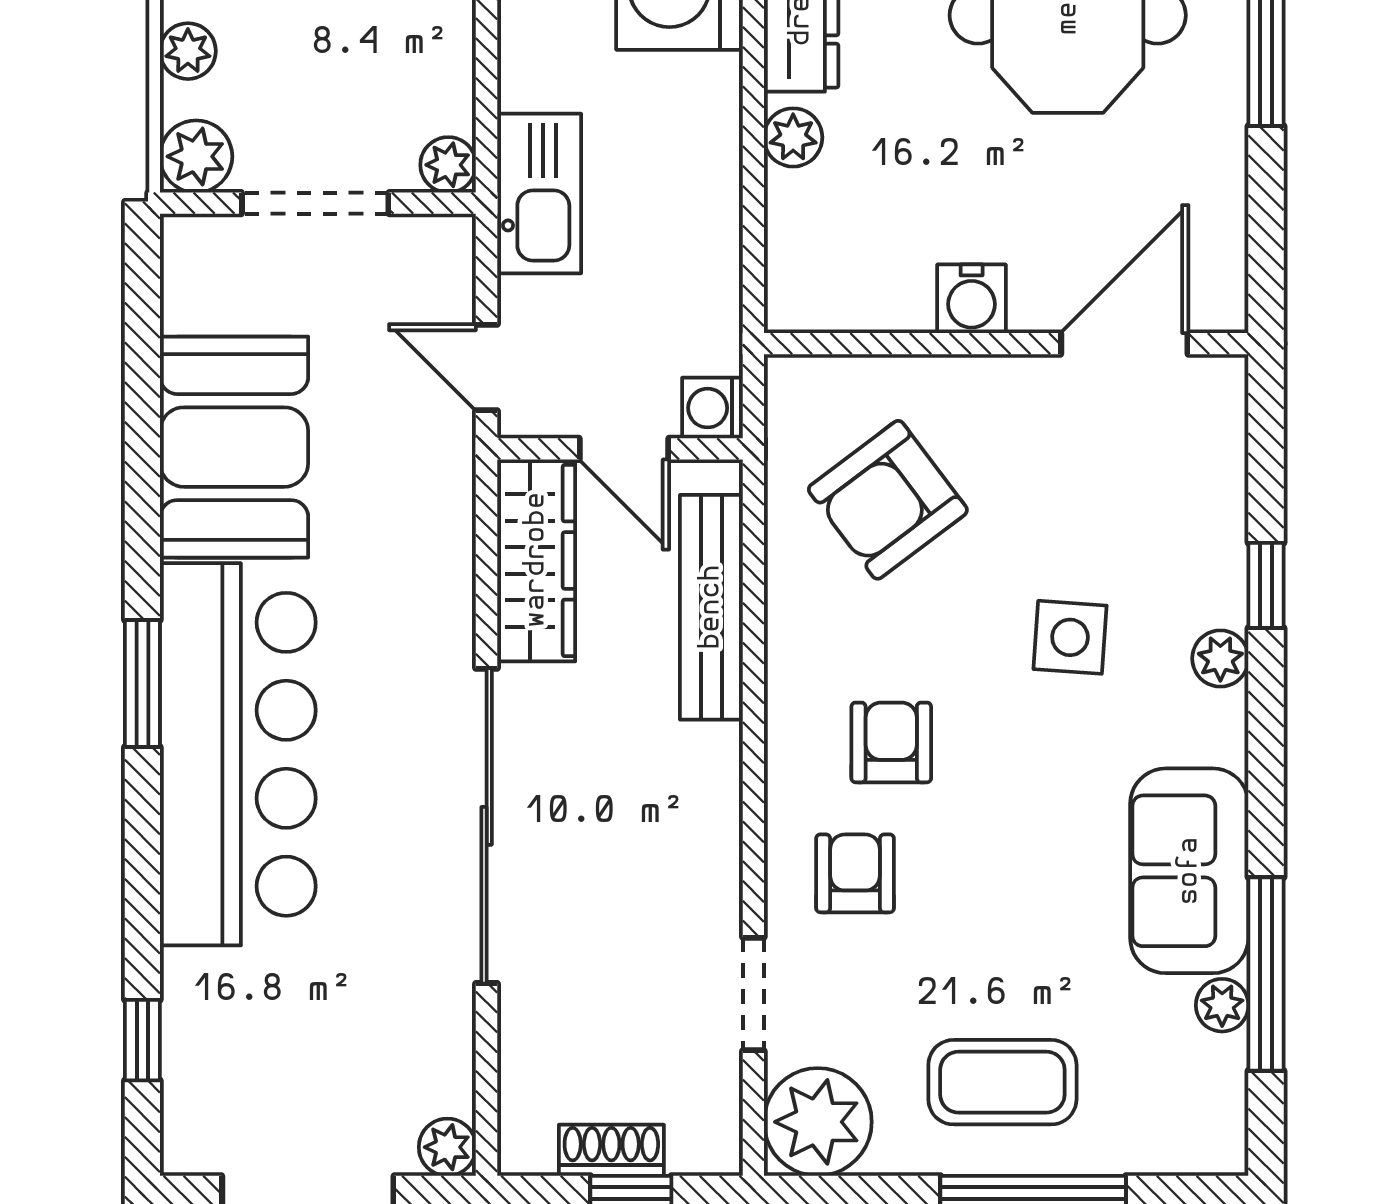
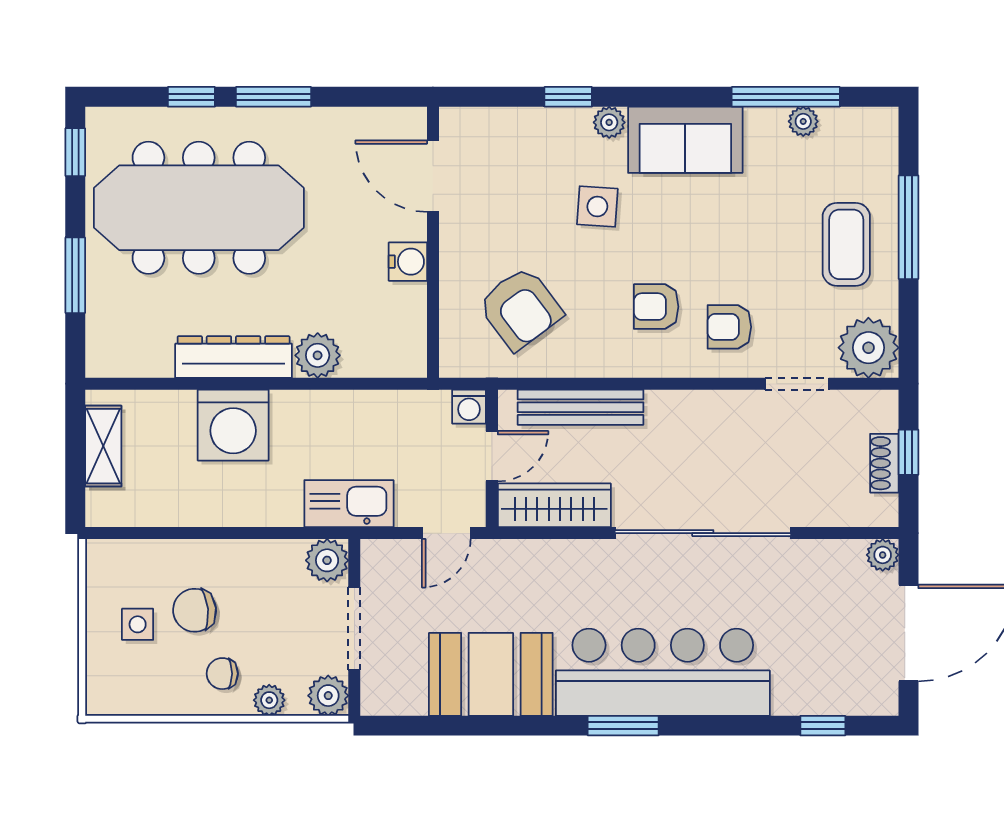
plant: (793, 137) -> (318, 355), width x1.38, depth x1.38
plant: (448, 165) -> (327, 560), width x1.38, depth x1.38
sofa: (1189, 871) -> (685, 140), moved

